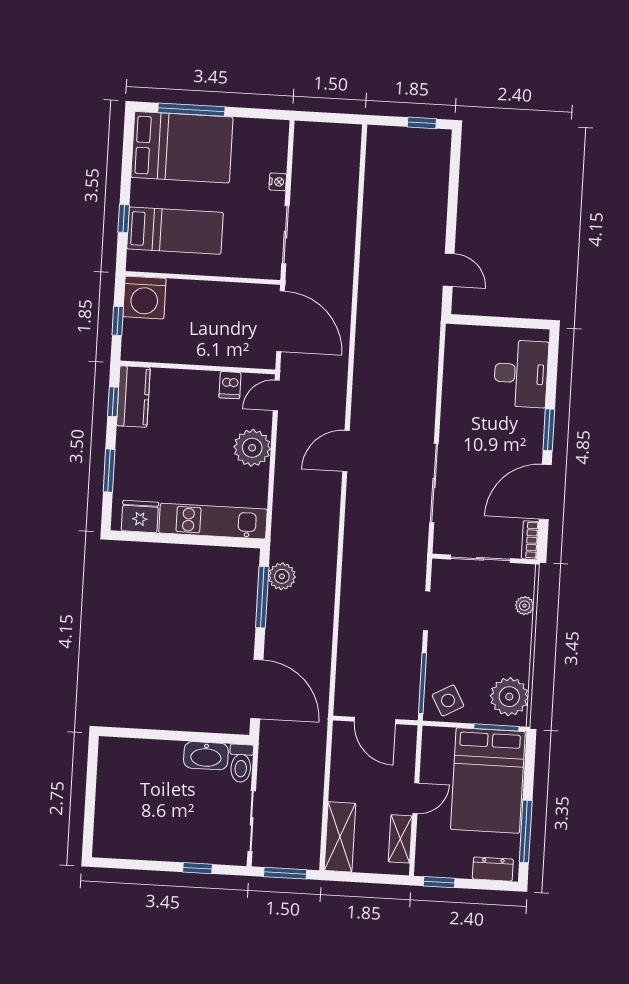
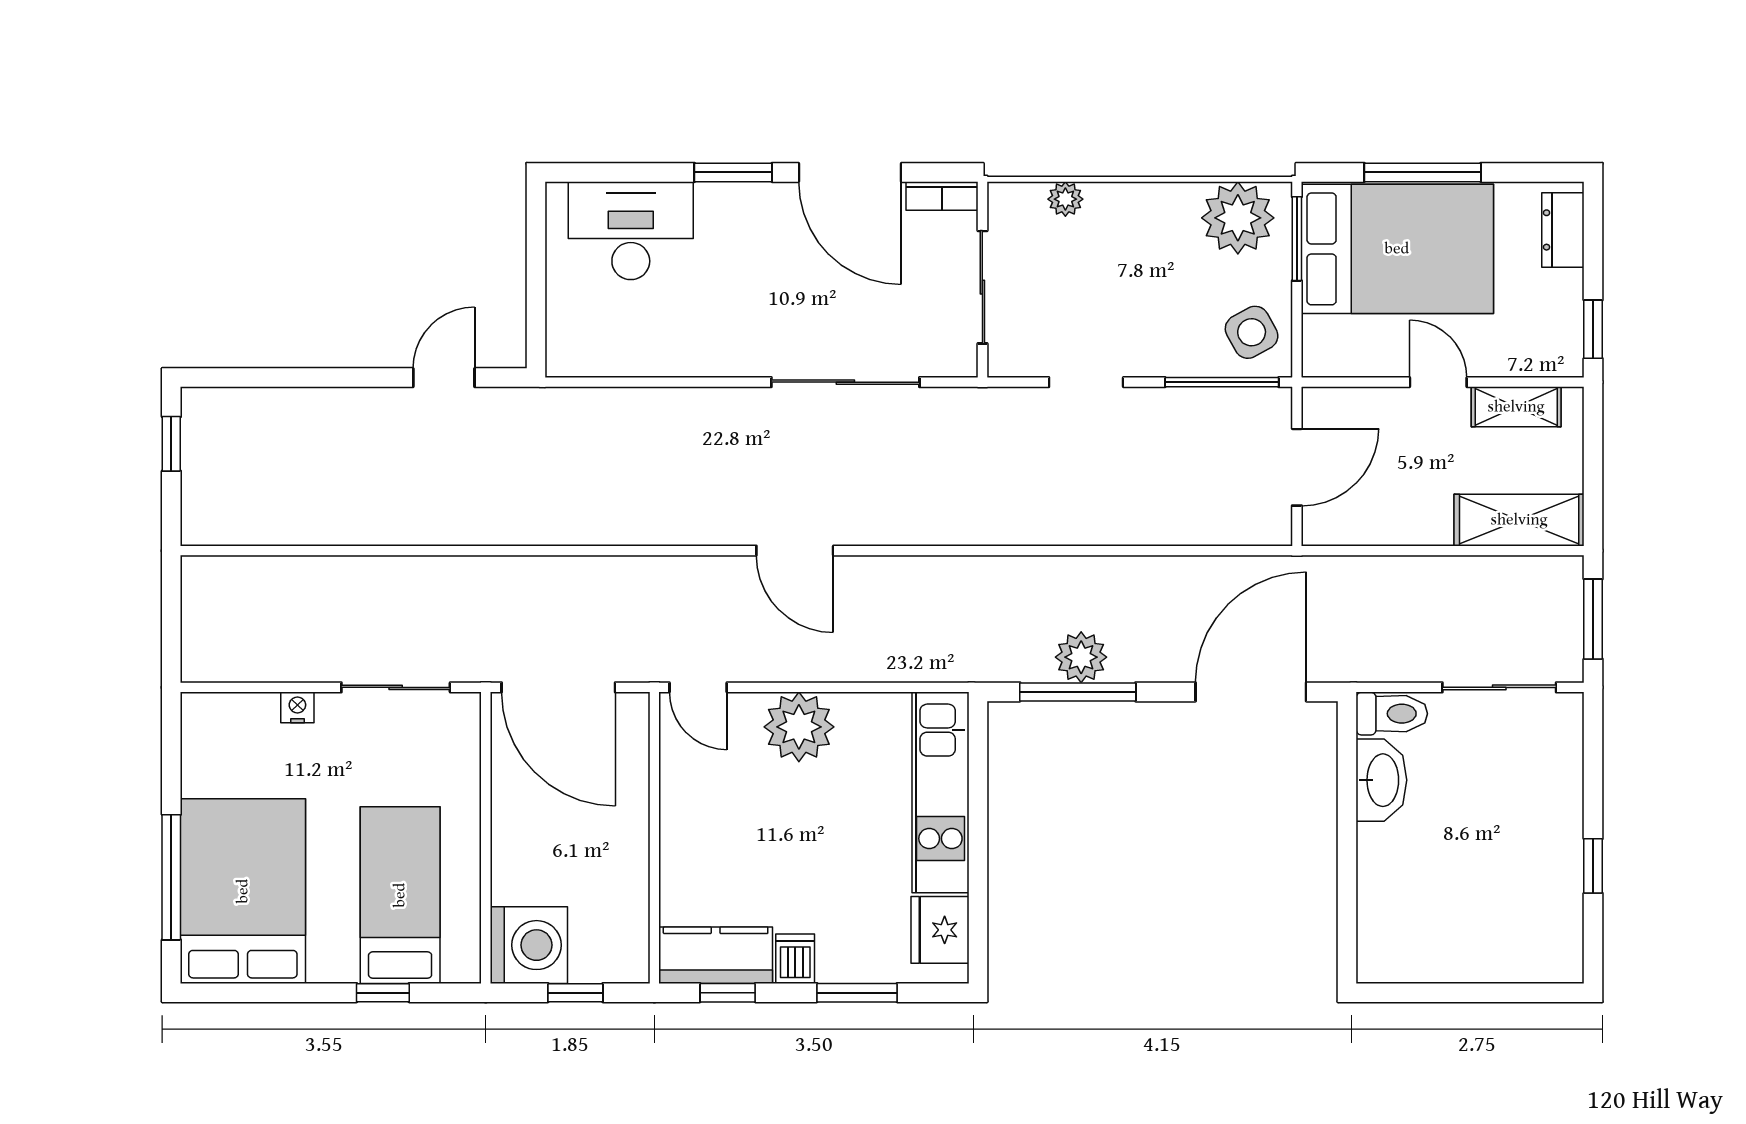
door: (281, 321) -> (558, 687), swing flipped
dishwasher: (230, 385) -> (795, 959), moved, turned -90
plant: (282, 576) -> (1081, 657), moved
window: (526, 831) -> (1423, 172), moved
window: (197, 868) -> (1593, 866), moved

